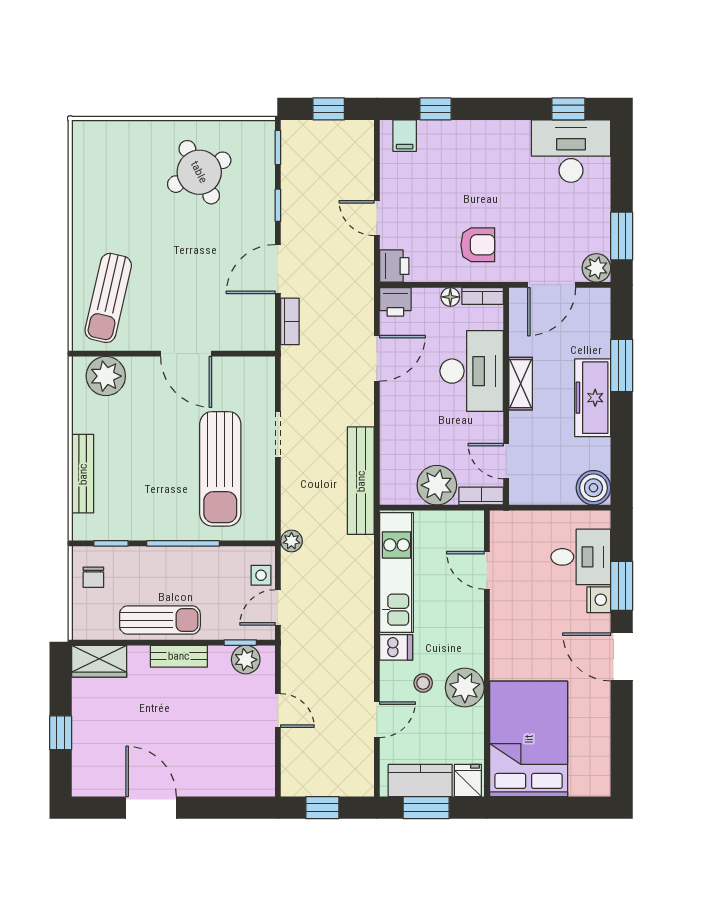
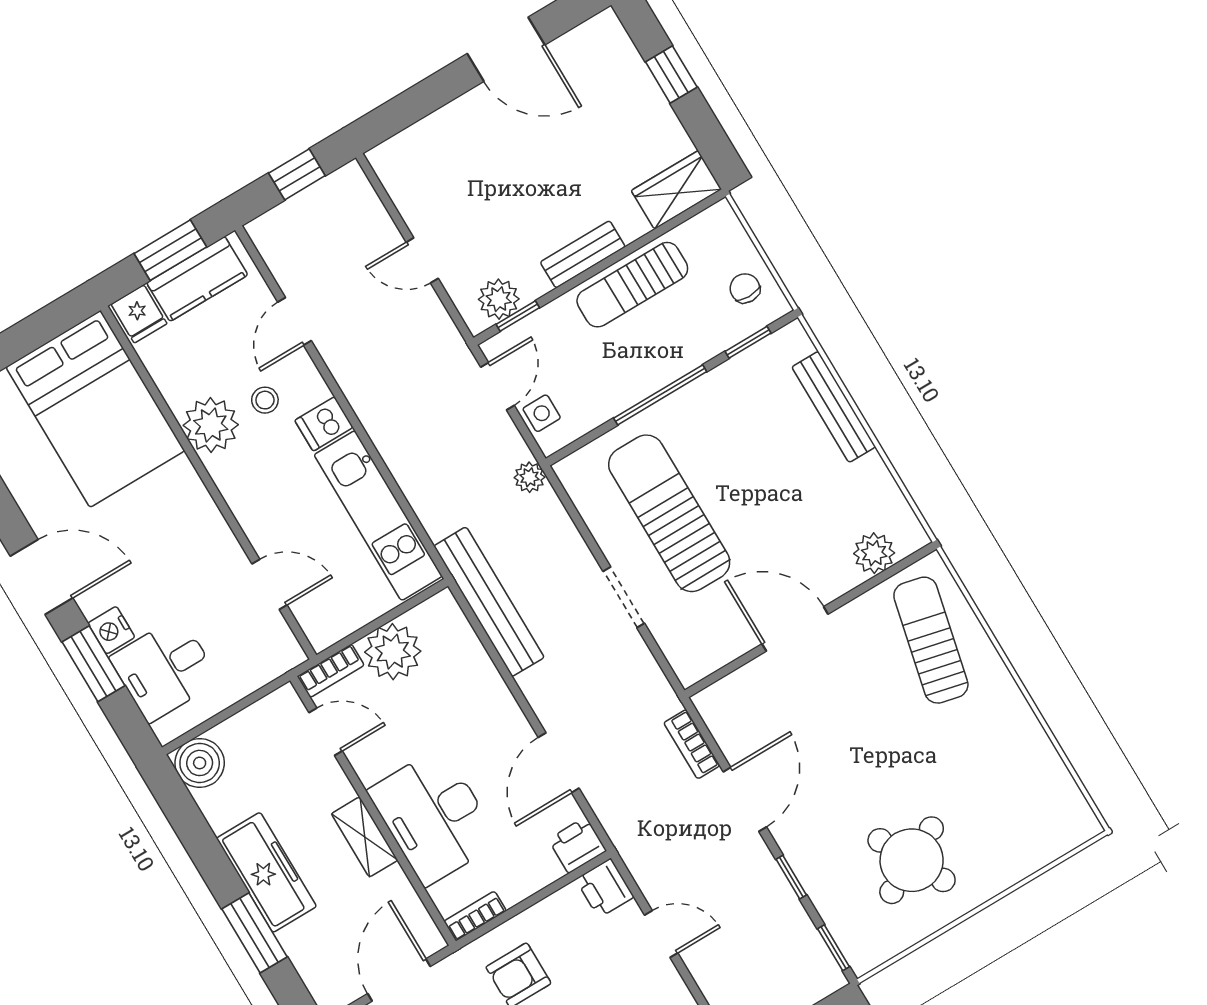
floor lamp: (450, 297) -> (514, 891), removed
plant: (106, 376) -> (874, 553), width x0.73, depth x0.73

